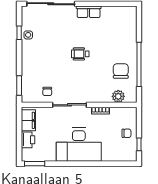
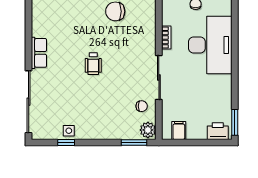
plant: (118, 96) -> (148, 130), moved
filing cabinet: (28, 120) -> (179, 130), width x0.50
printer: (28, 140) -> (218, 131), moved
desk: (79, 145) -> (210, 45), moved

